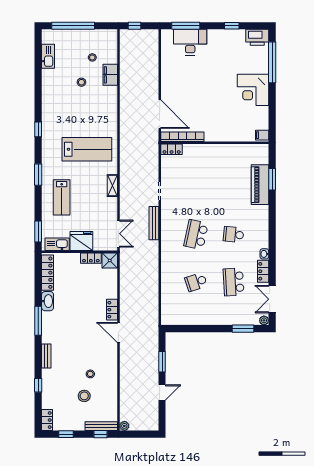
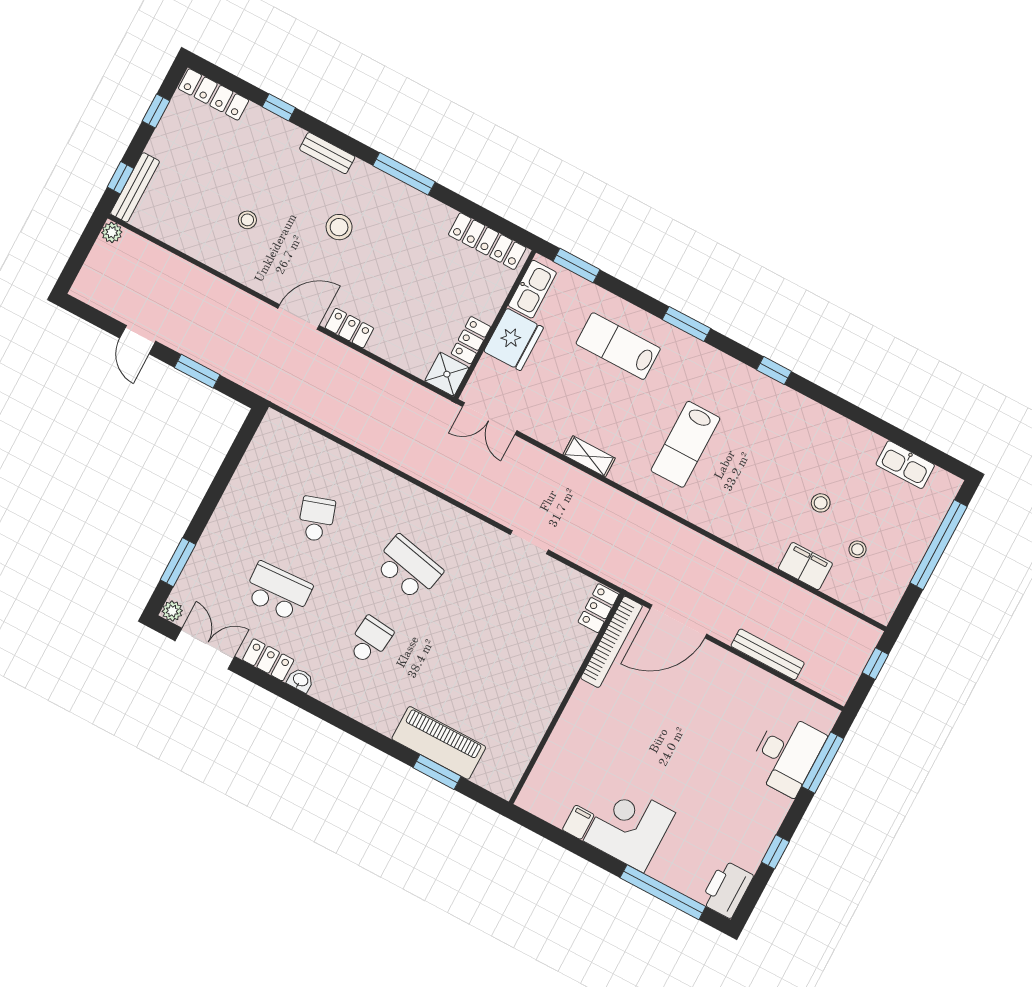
filing cabinet: (262, 135) -> (578, 822), moved
lab bench: (87, 149) -> (685, 444), width x0.73, depth x0.72
bench: (154, 223) -> (768, 654), moved
washbasin: (48, 301) -> (432, 212), removed
stool: (84, 396) -> (339, 227), moved
locker: (47, 420) -> (214, 94), width x1.53

